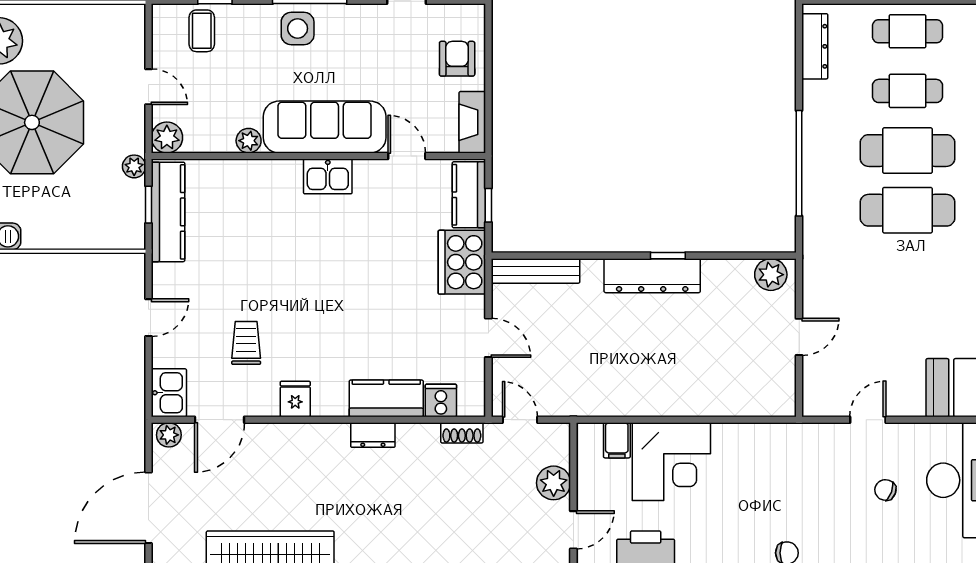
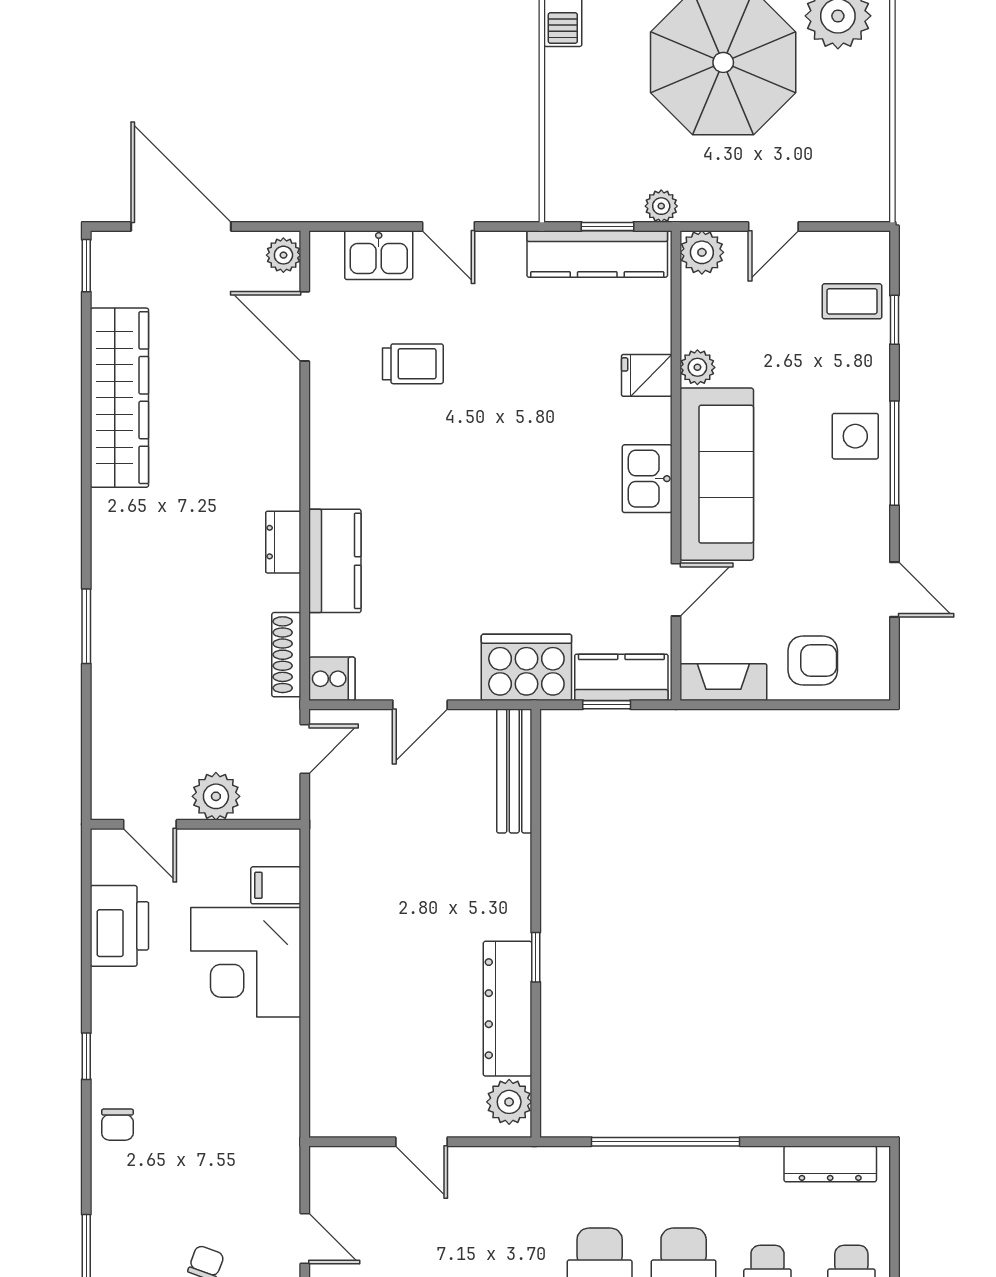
dresser: (652, 276) -> (508, 1009), moved
kitchen sink: (169, 393) -> (379, 255), moved
fridge: (295, 399) -> (647, 375), moved, turned 180
cooker: (441, 400) -> (332, 679), moved
shoe rack: (462, 433) -> (286, 655), width x1.43

